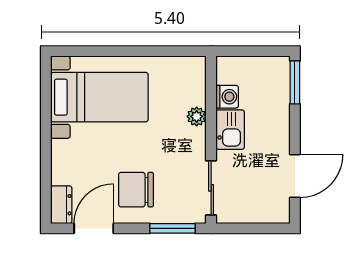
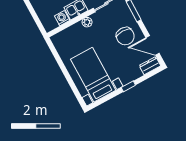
plant: (197, 116) -> (87, 22), moved
window: (46, 147) -> (128, 86), added

